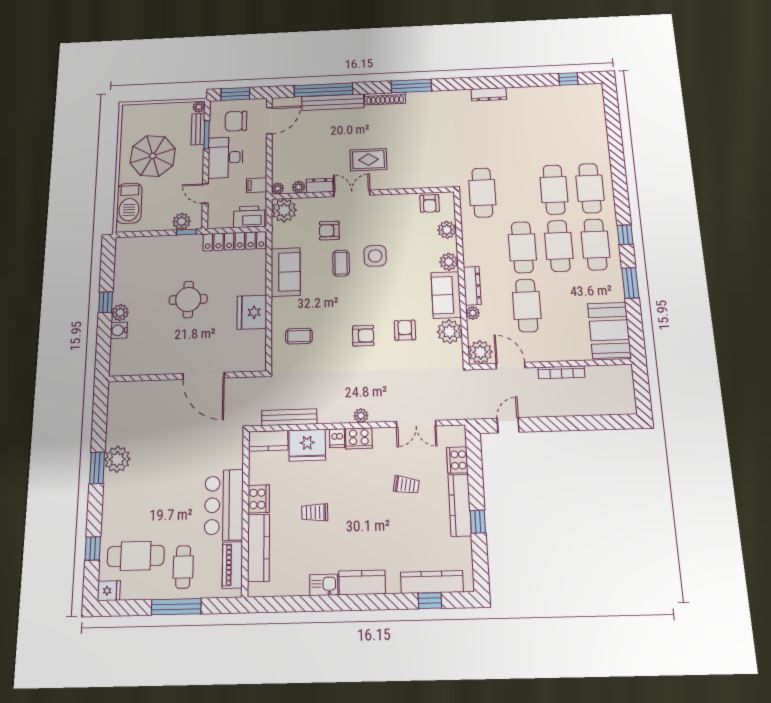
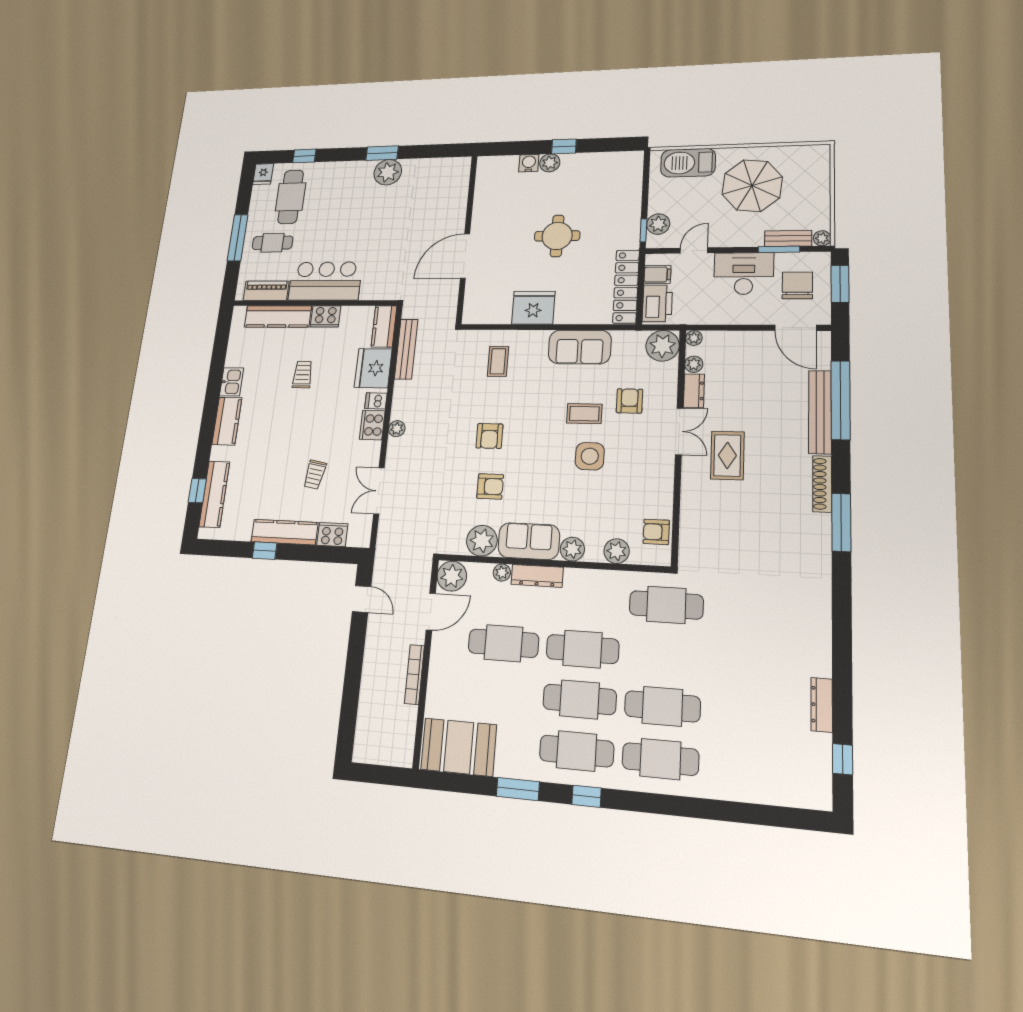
dresser: (489, 94) -> (822, 705), moved
filing cabinet: (257, 185) -> (657, 274), moved, turned 90

